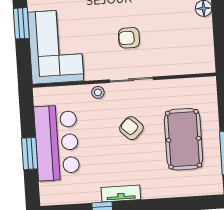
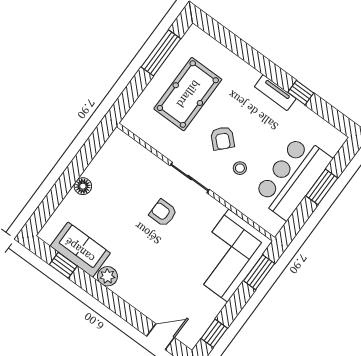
window: (21, 23) -> (259, 272), moved
armchair: (129, 38) -> (163, 213), turned 180
stool: (98, 92) -> (240, 168), moved

